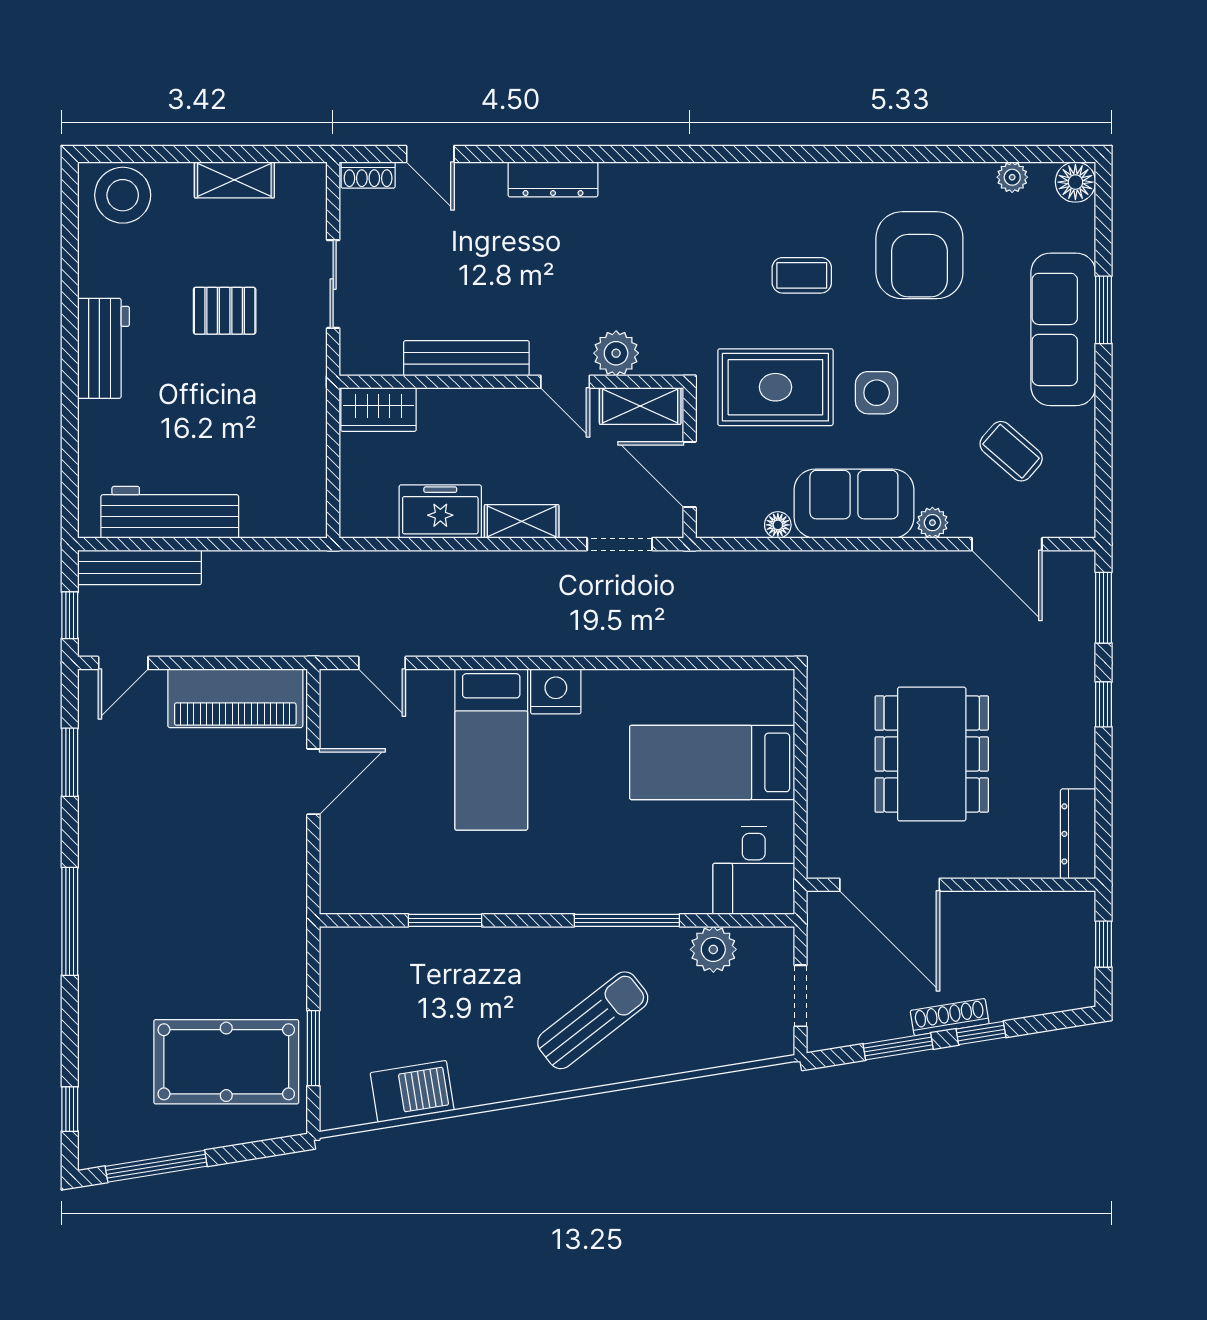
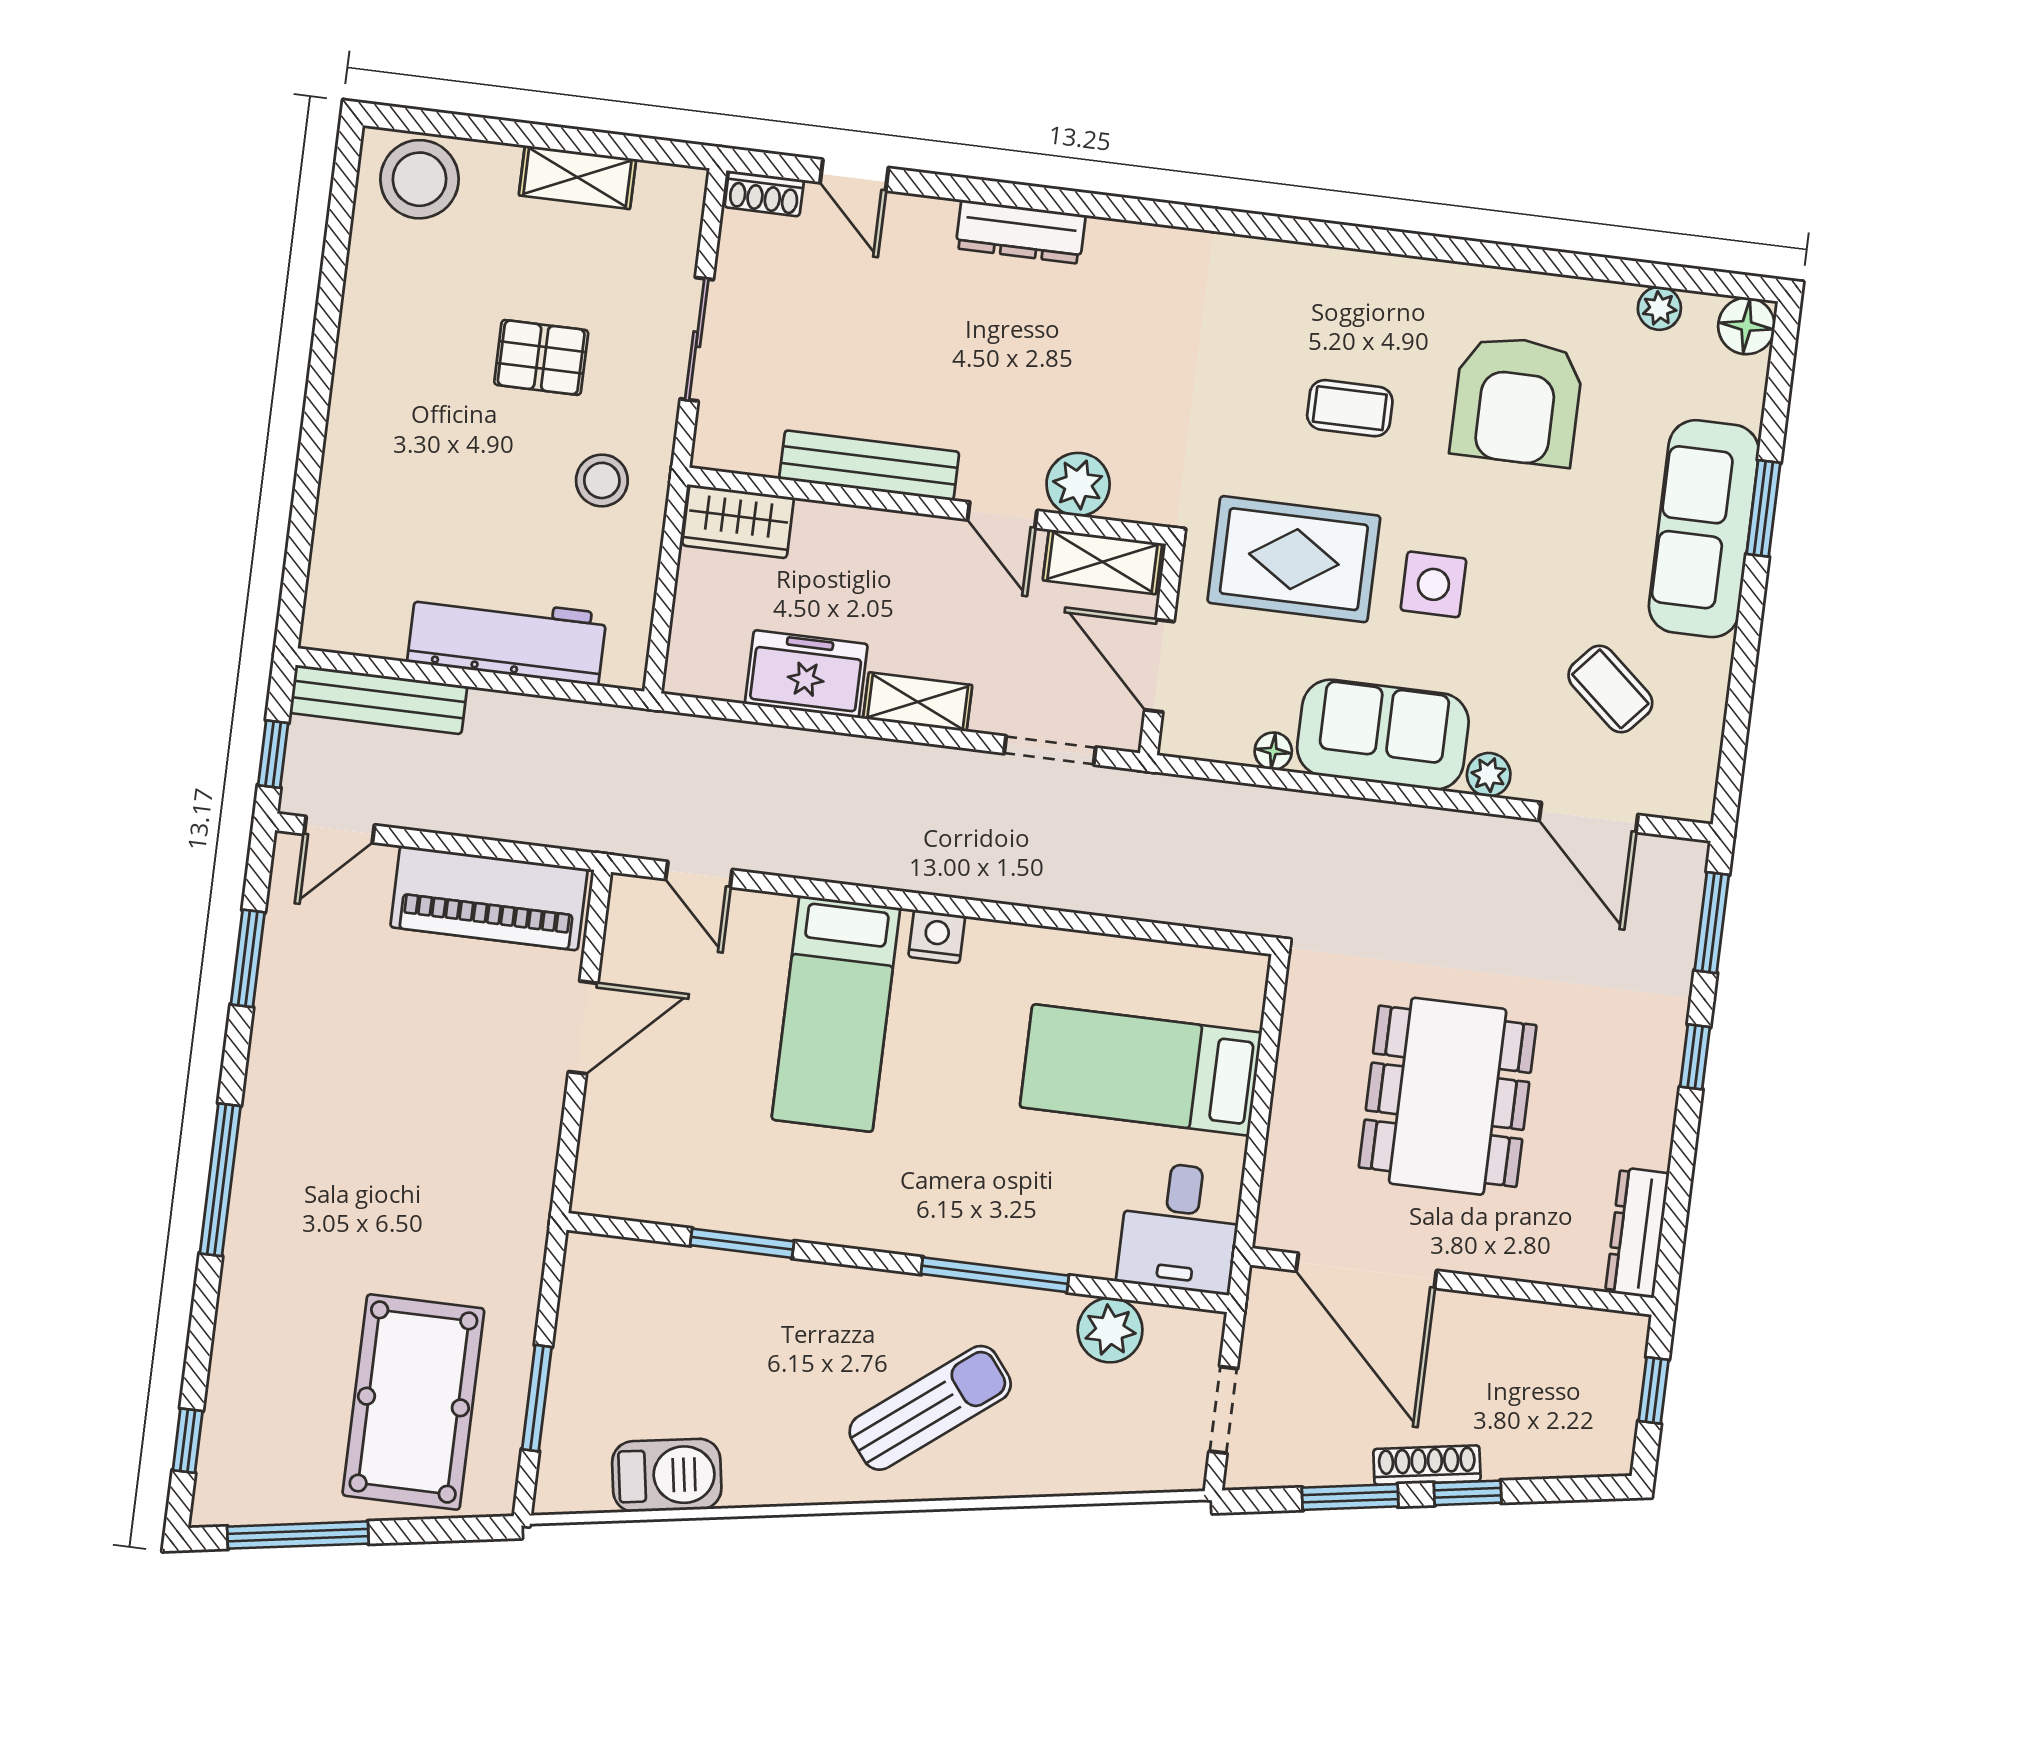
workbench: (103, 348) -> (366, 389), removed
stool: (278, 392) -> (602, 480), added
workbench: (170, 512) -> (507, 638), moved
nightstand: (556, 691) -> (937, 936), width x0.74, depth x0.75
pool table: (226, 1062) -> (413, 1402), turned 90

